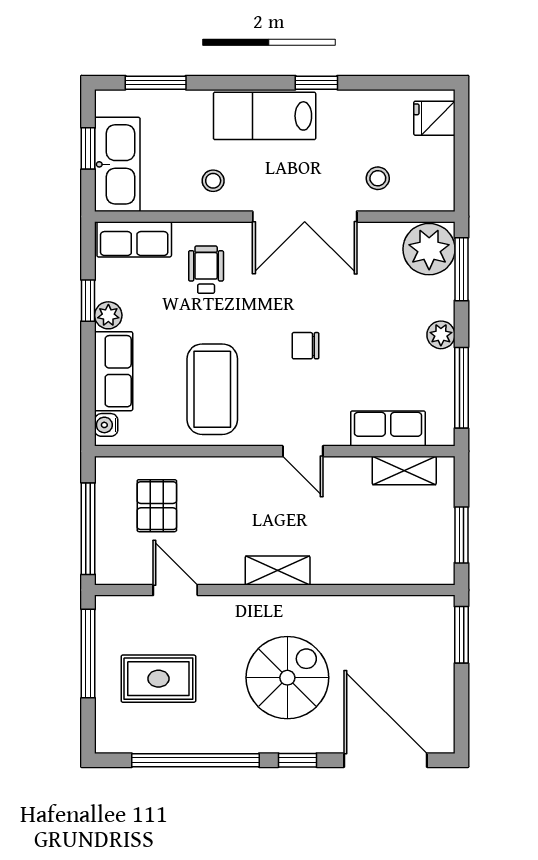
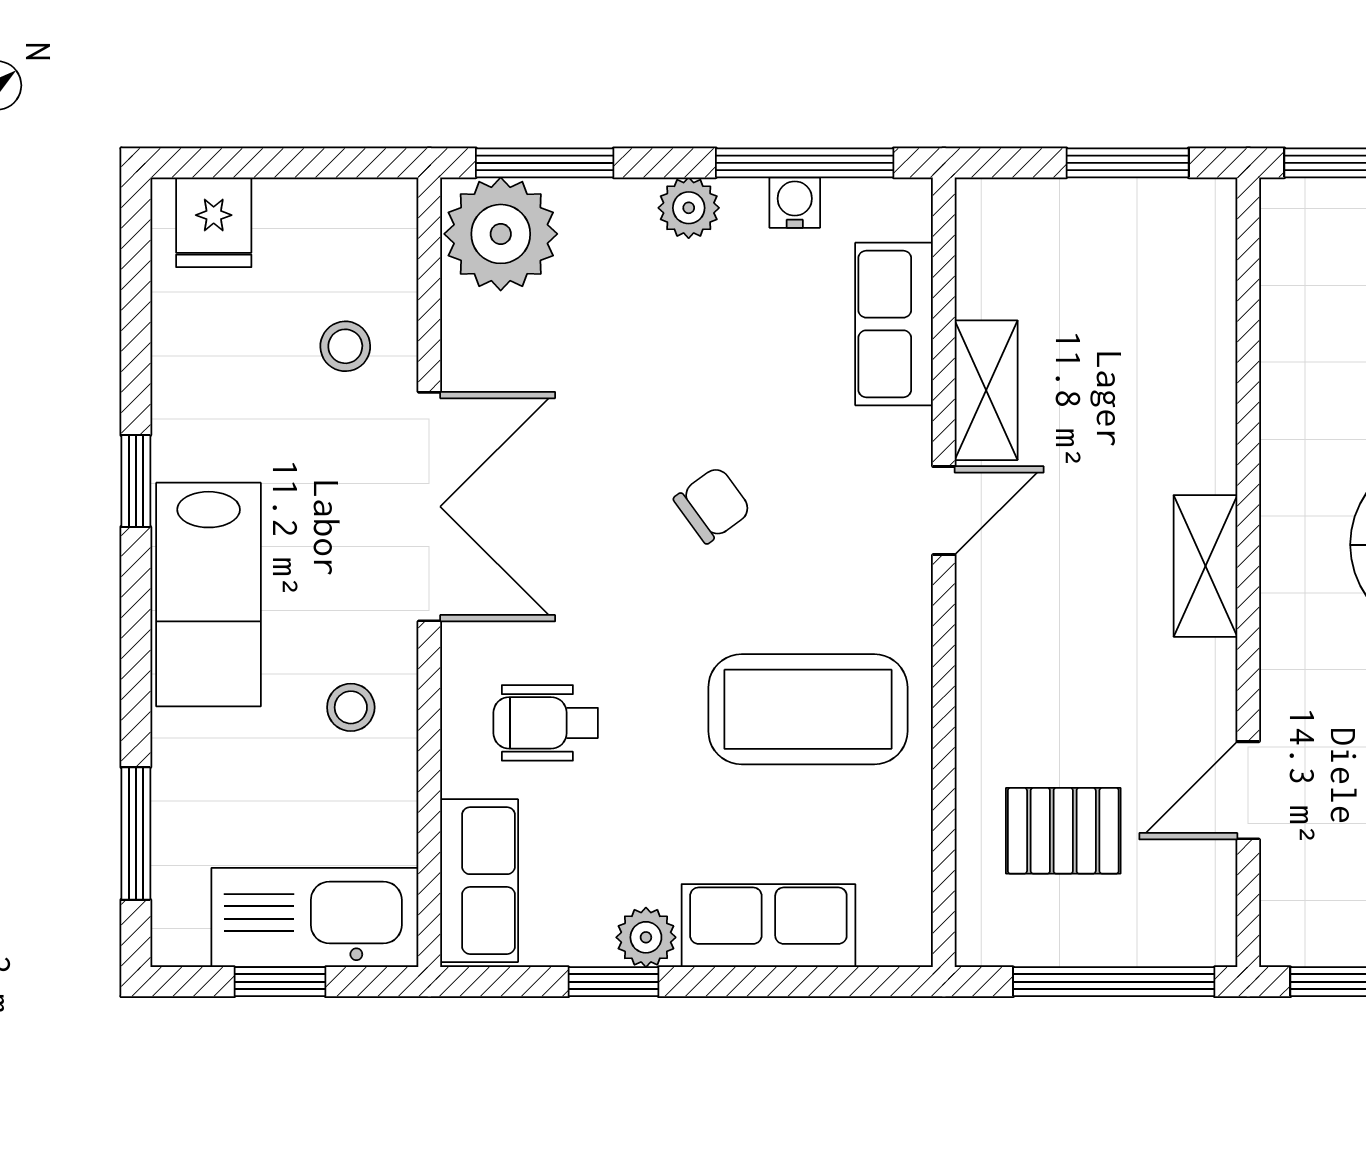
chair: (305, 346) -> (713, 505), turned -126
water cooler: (106, 425) -> (795, 203), moved, turned 180
shelving: (404, 470) -> (986, 390), moved

